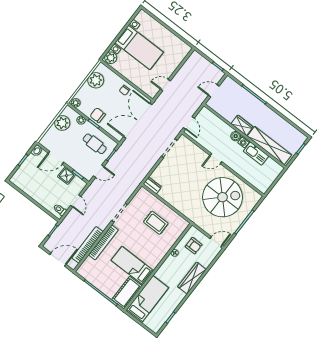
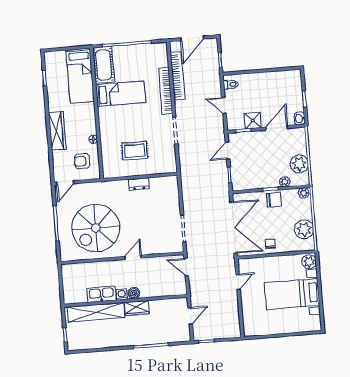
cafe table: (95, 144) -> (253, 172), removed
dresser: (152, 185) -> (139, 184), moved

